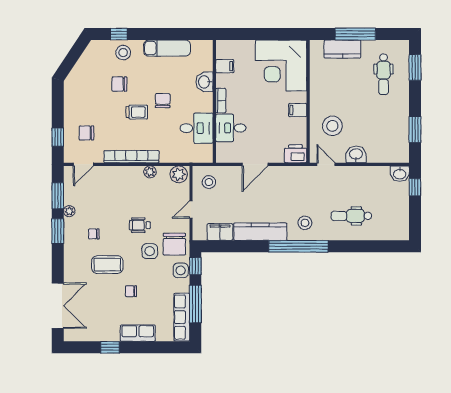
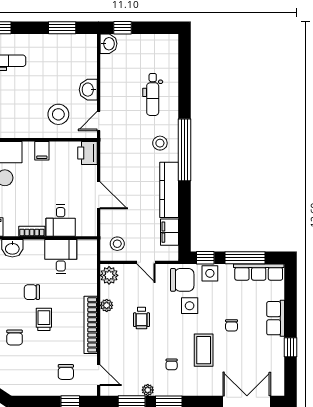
wheelchair: (140, 225) -> (141, 318), moved

